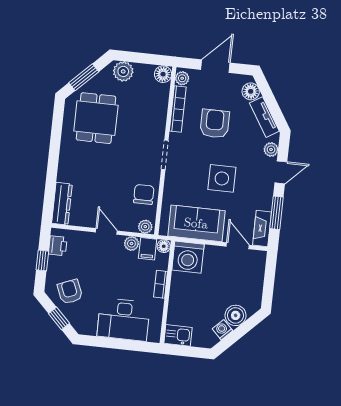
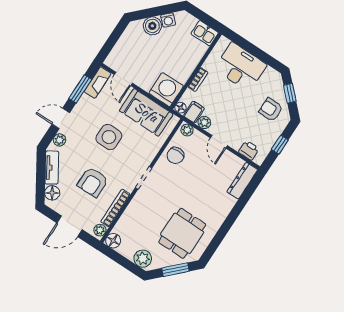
printer: (58, 246) -> (249, 150), moved, turned 90
armchair: (70, 292) -> (271, 110), turned 112

